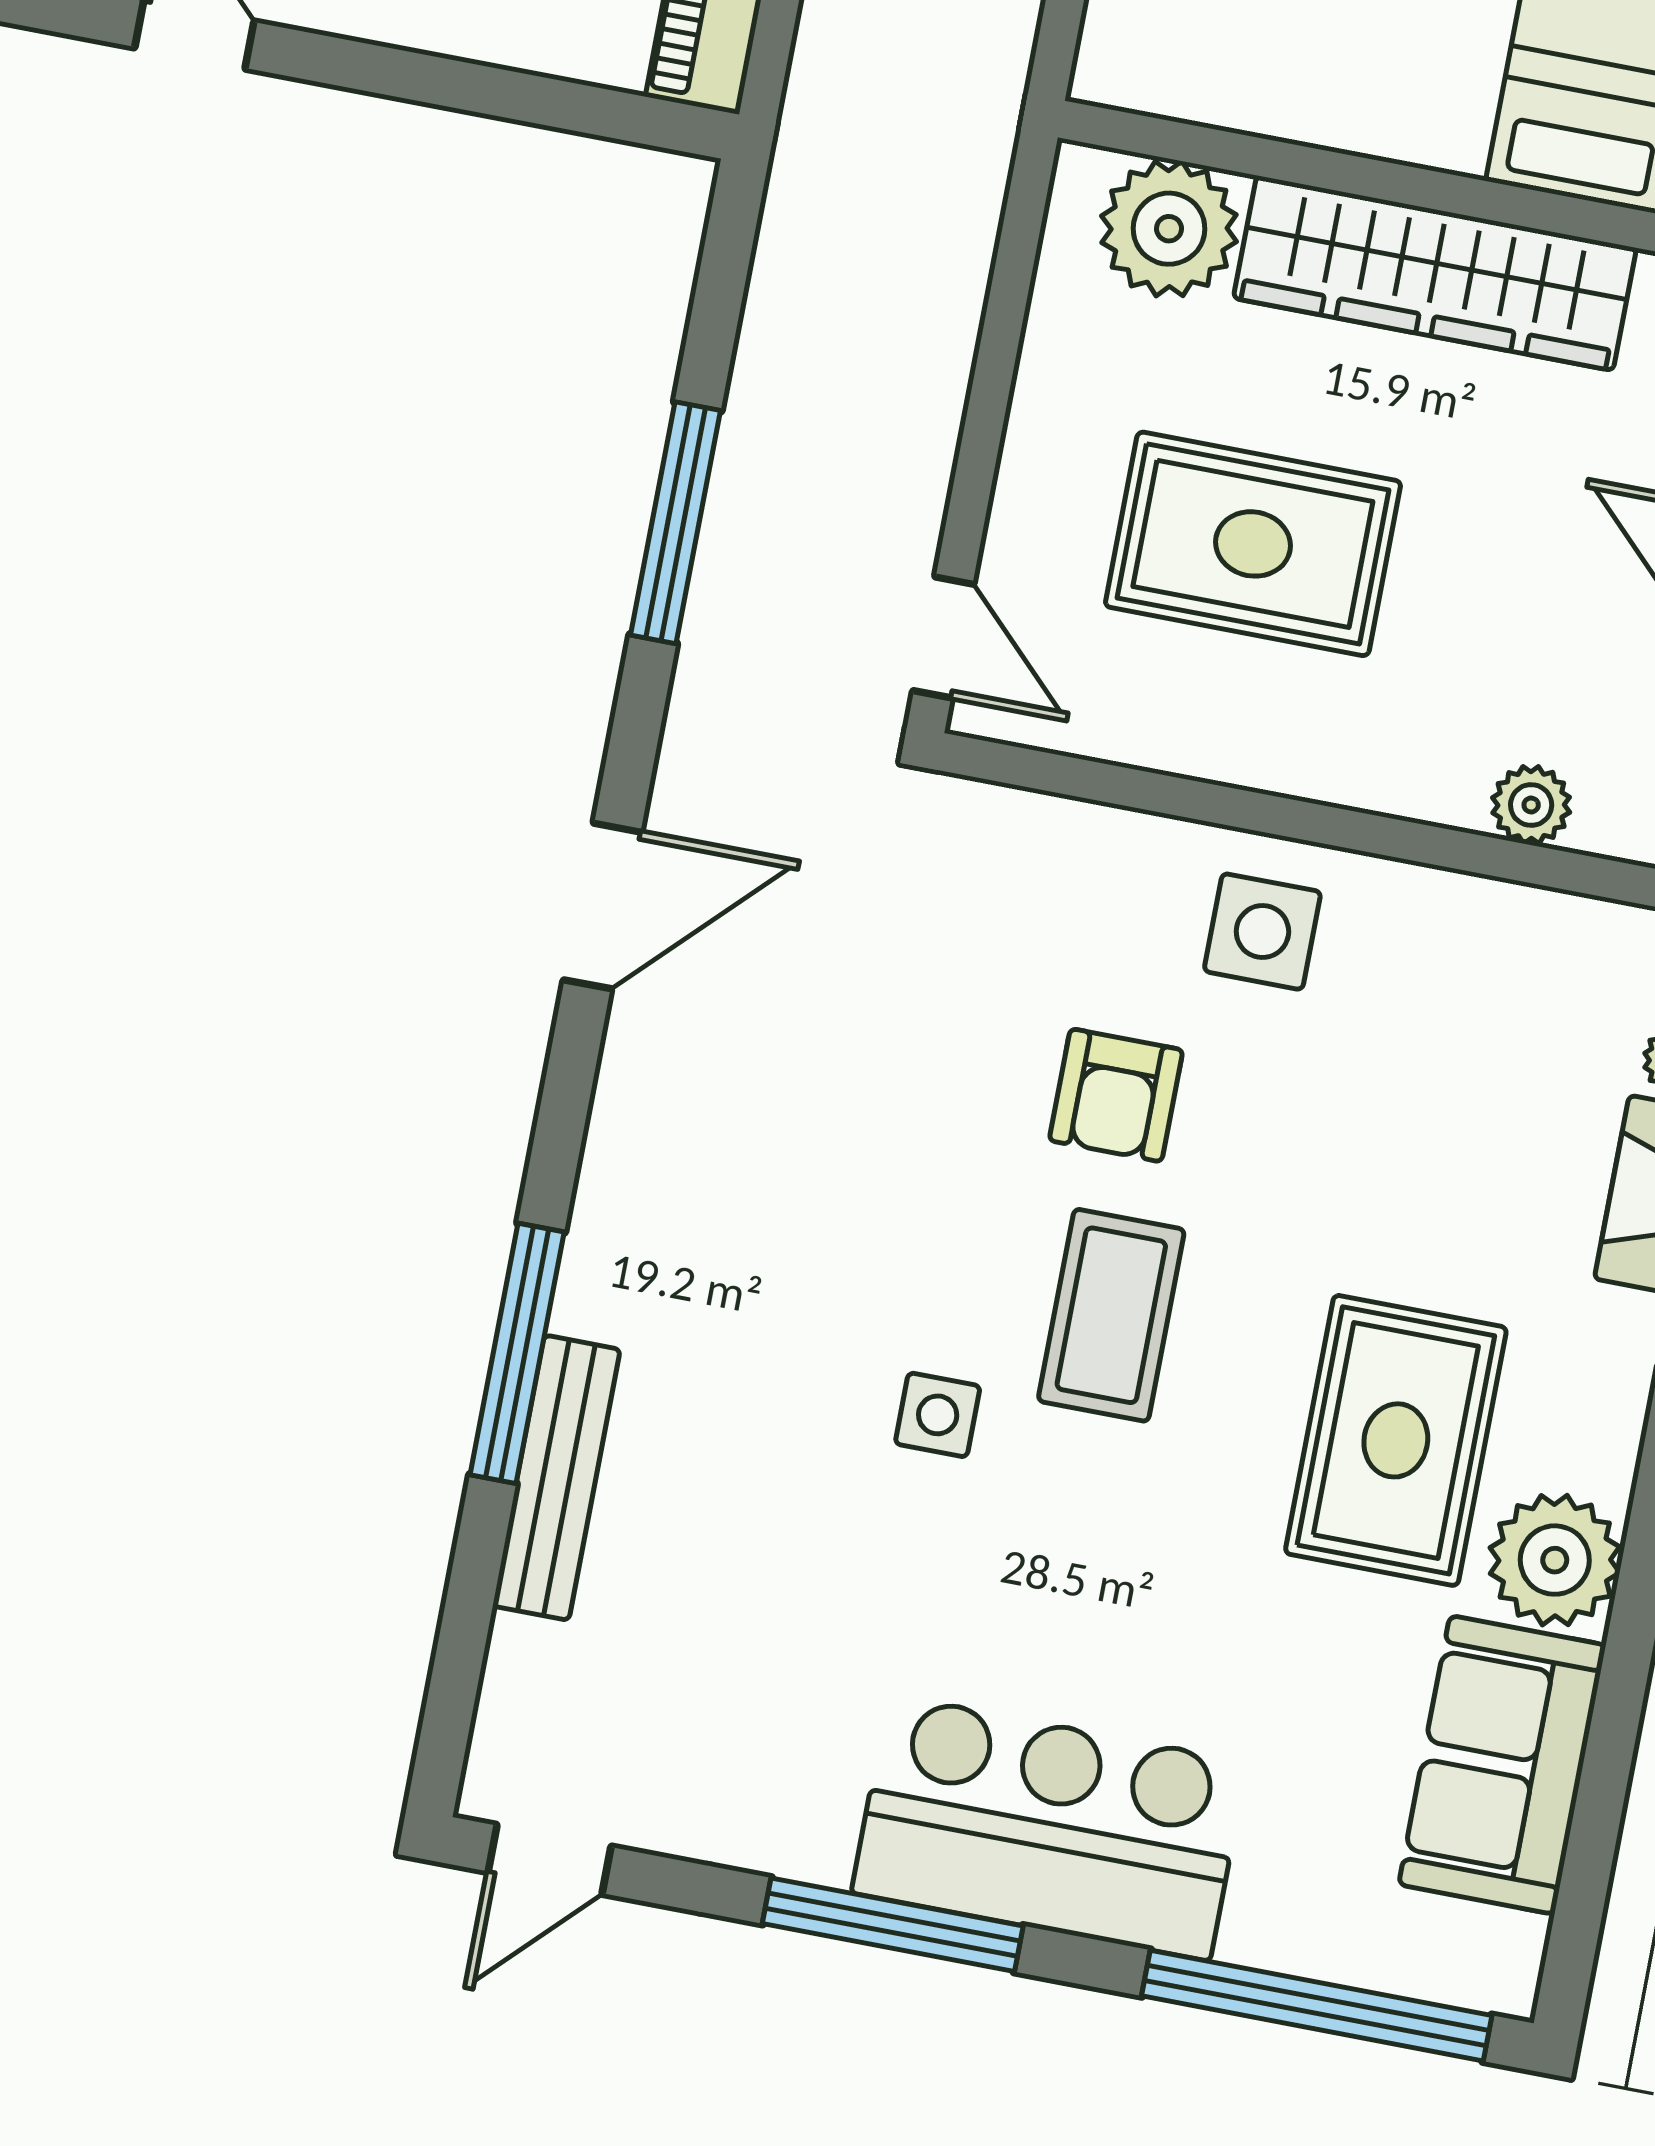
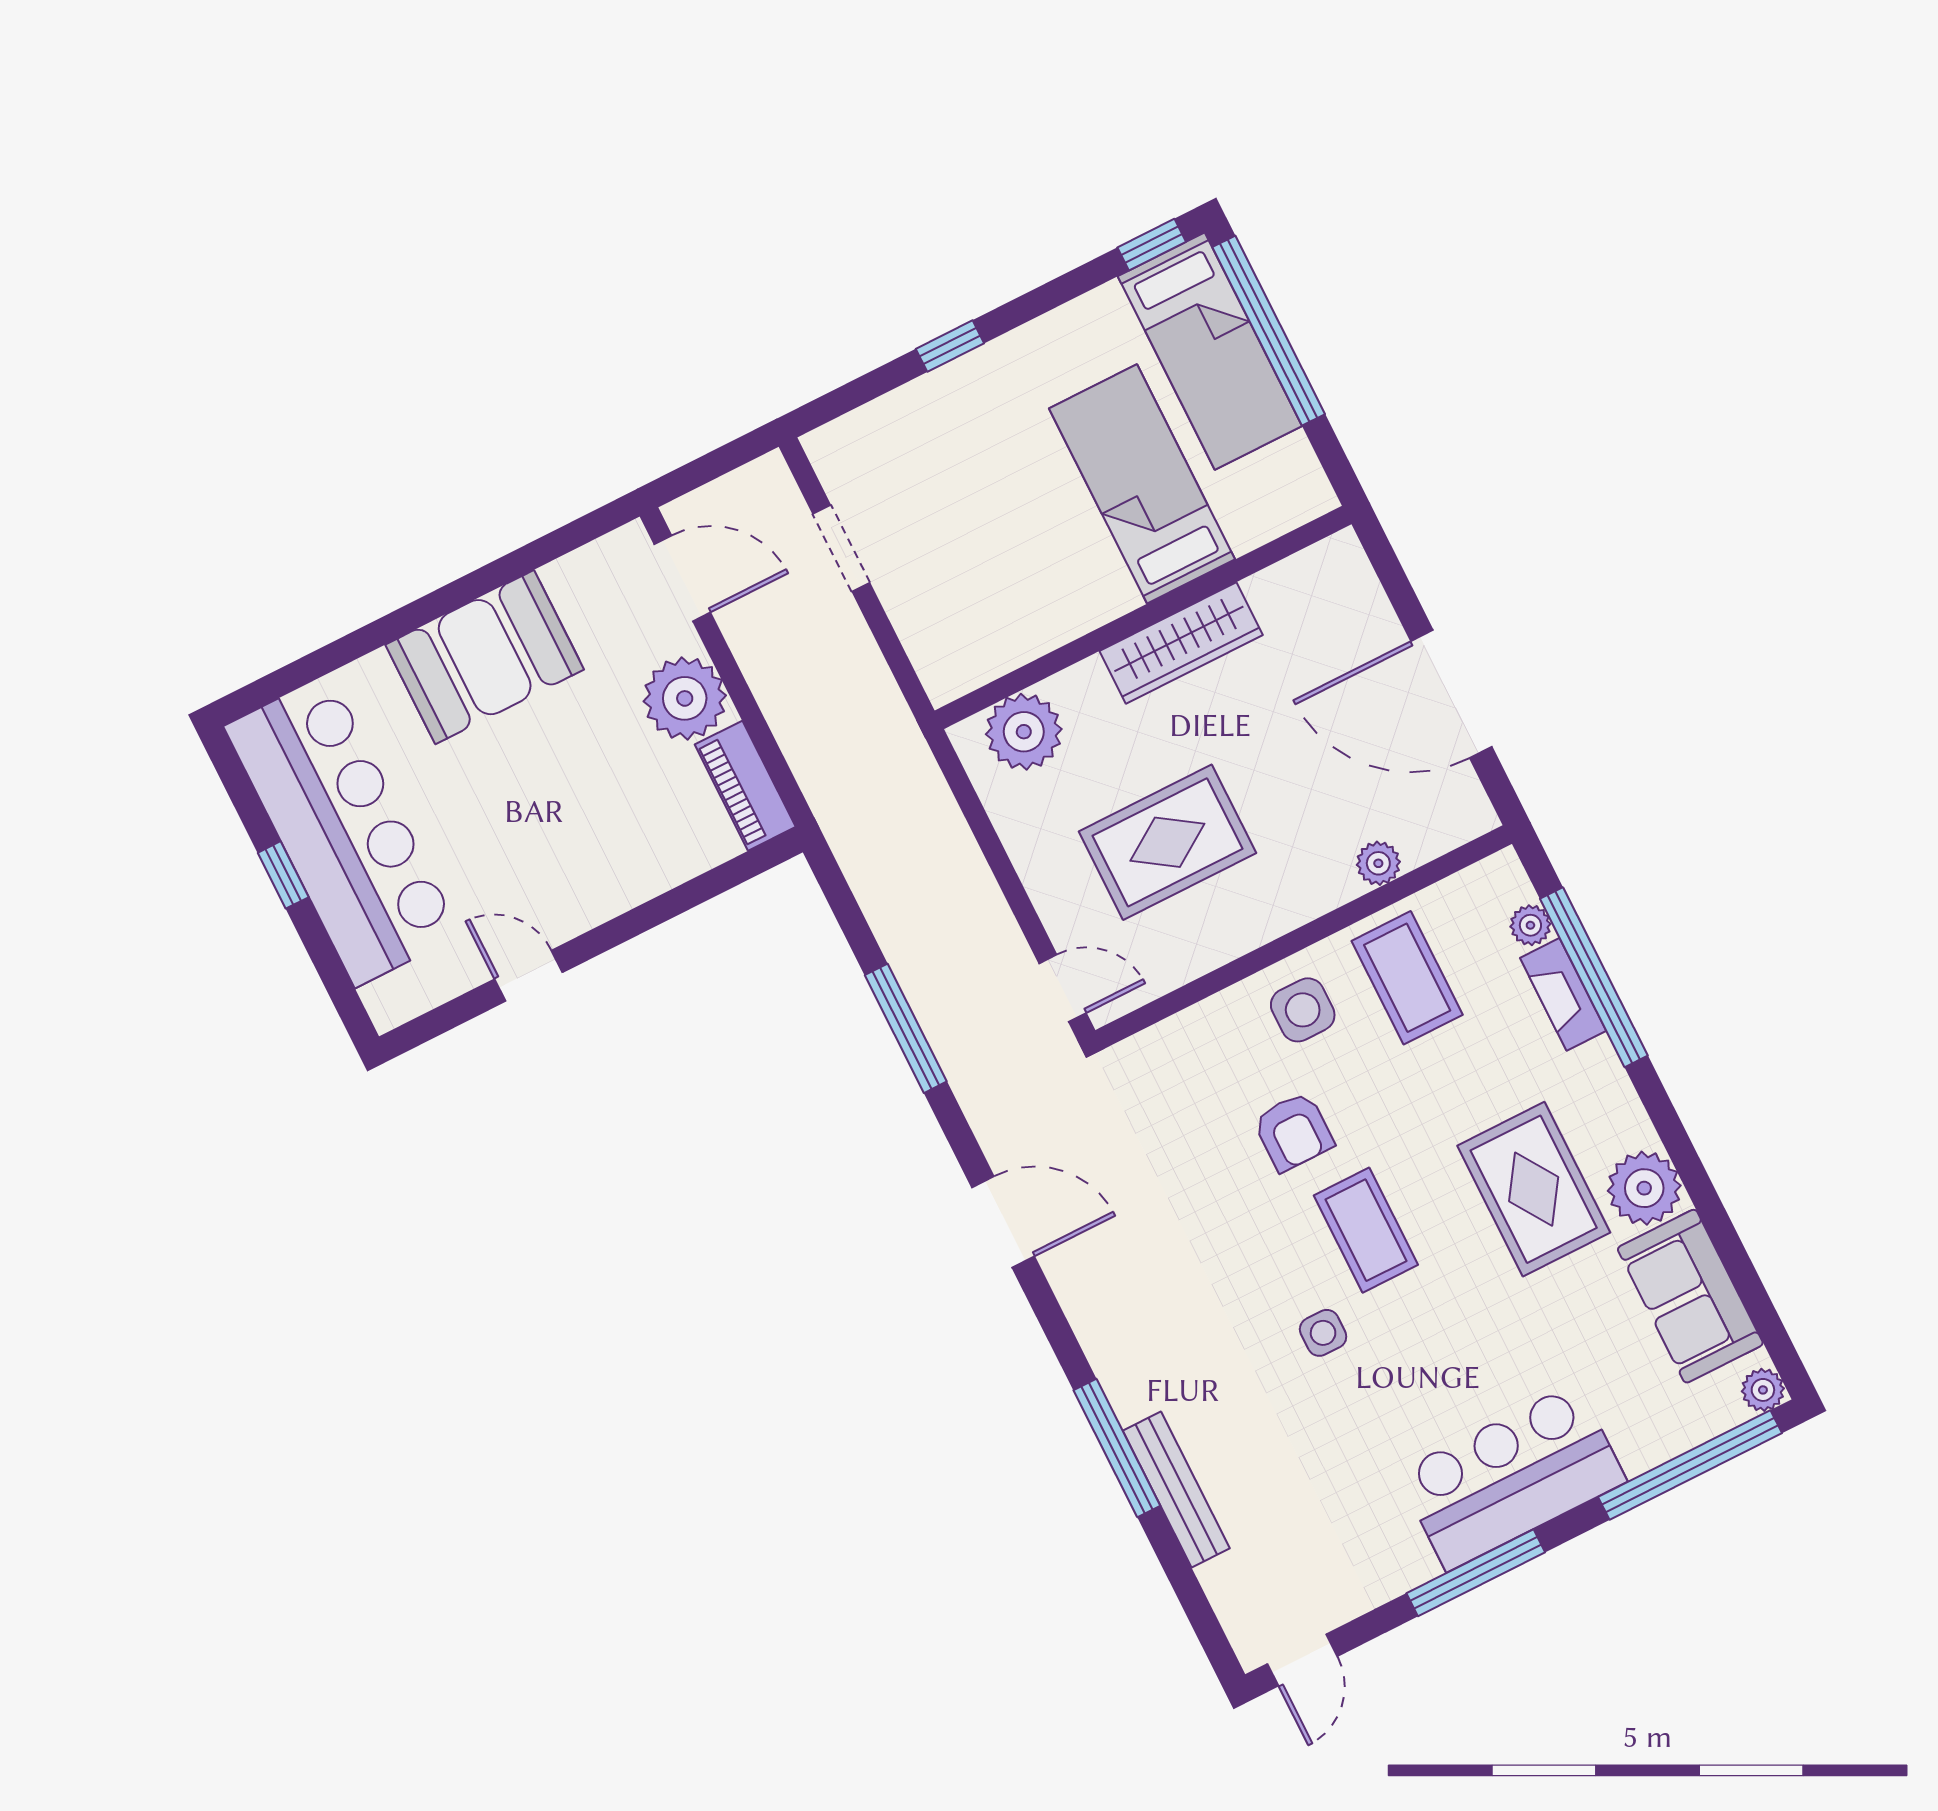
wardrobe: (1435, 273) -> (1181, 643), width x0.71, depth x0.85
door: (602, 906) -> (1003, 1222), hinge flipped
coffee table: (1447, 1000) -> (1407, 978), added
plant: (1503, 1978) -> (1763, 1390), added

